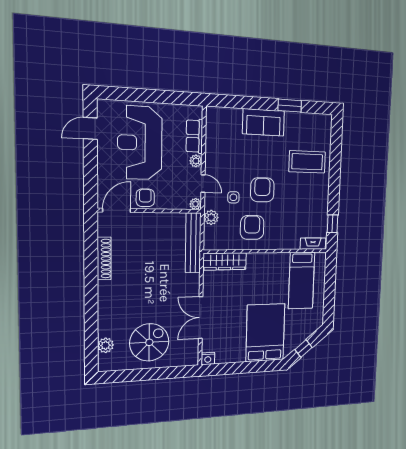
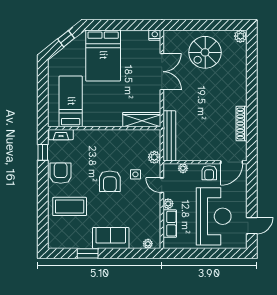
plant: (221, 113) -> (148, 244), added
plant: (195, 204) -> (183, 168), moved
armchair: (252, 227) -> (61, 173), moved, turned 180
plant: (106, 345) -> (240, 36), moved

